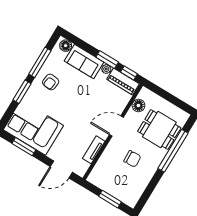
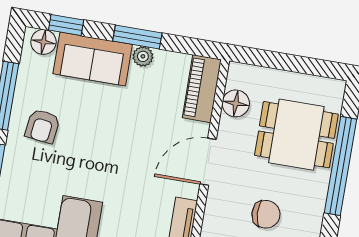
window: (129, 73) -> (66, 25), moved
piano: (123, 82) -> (202, 89), moved, turned 90

